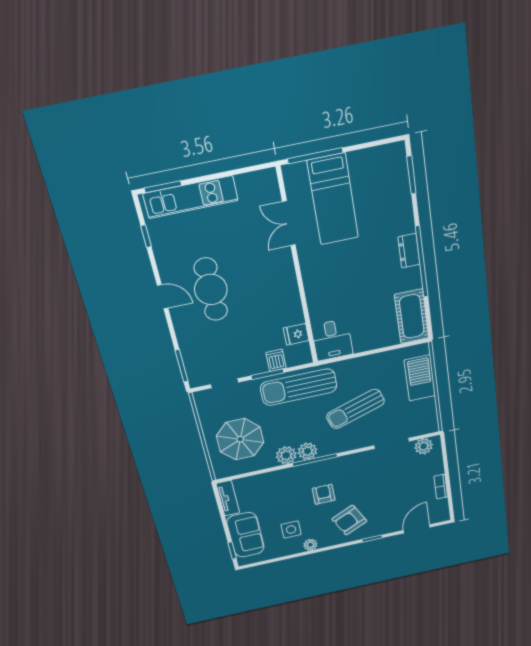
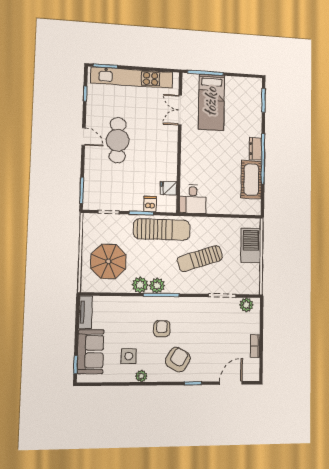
kitchen unit: (191, 197) -> (132, 78), width x1.36
cot: (412, 316) -> (251, 180), moved
sun lounger: (299, 387) -> (162, 230), turned 180
armchair: (349, 520) -> (178, 360), turned 145

